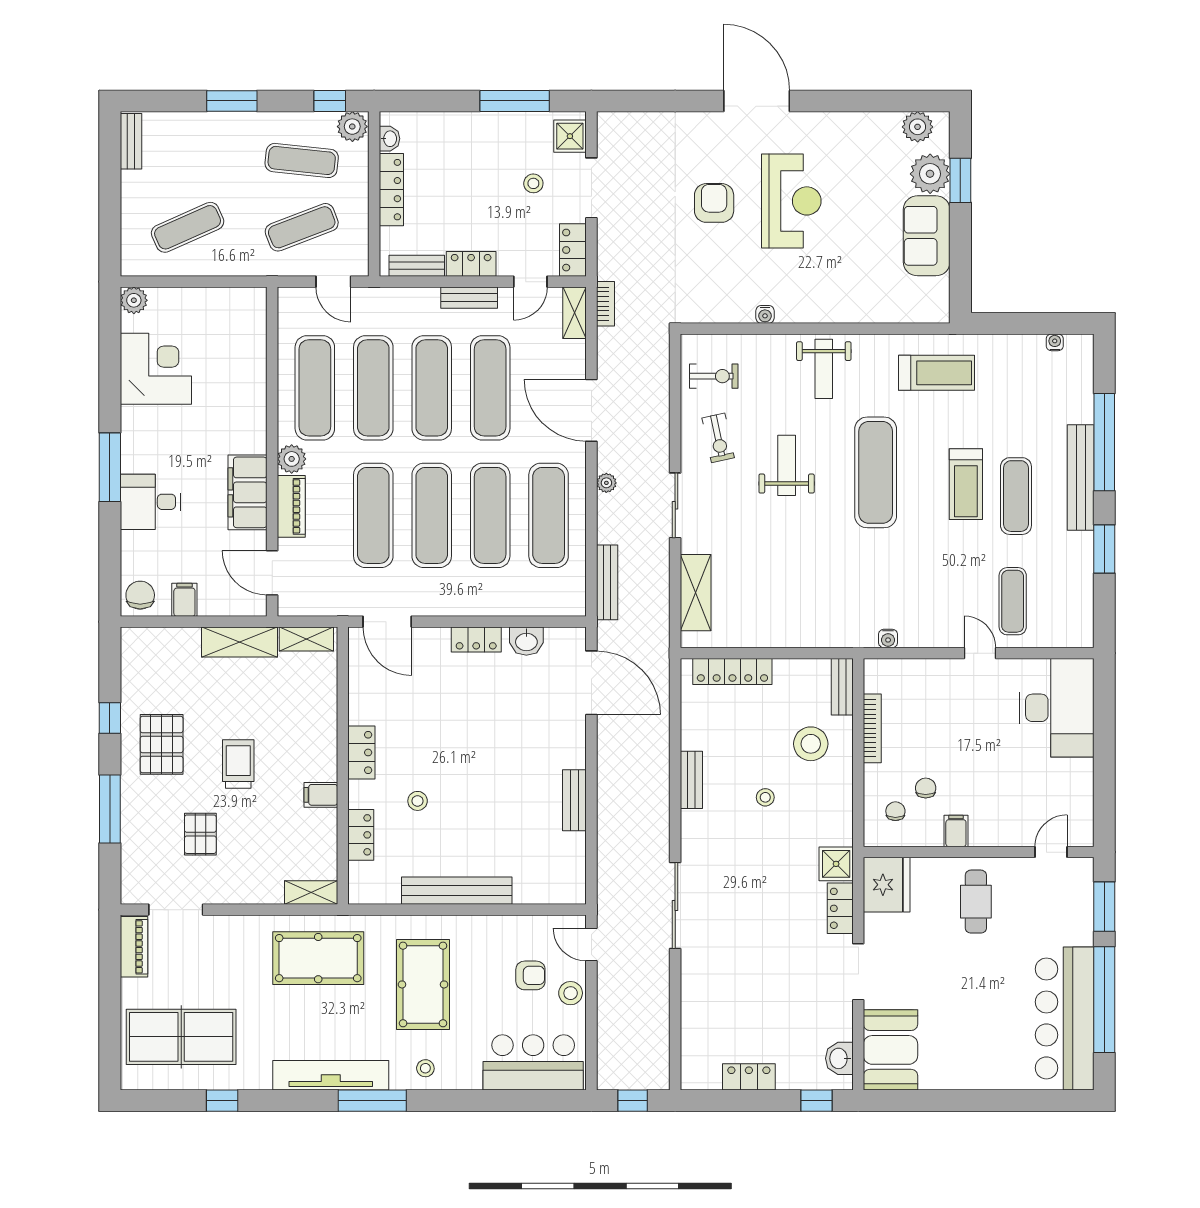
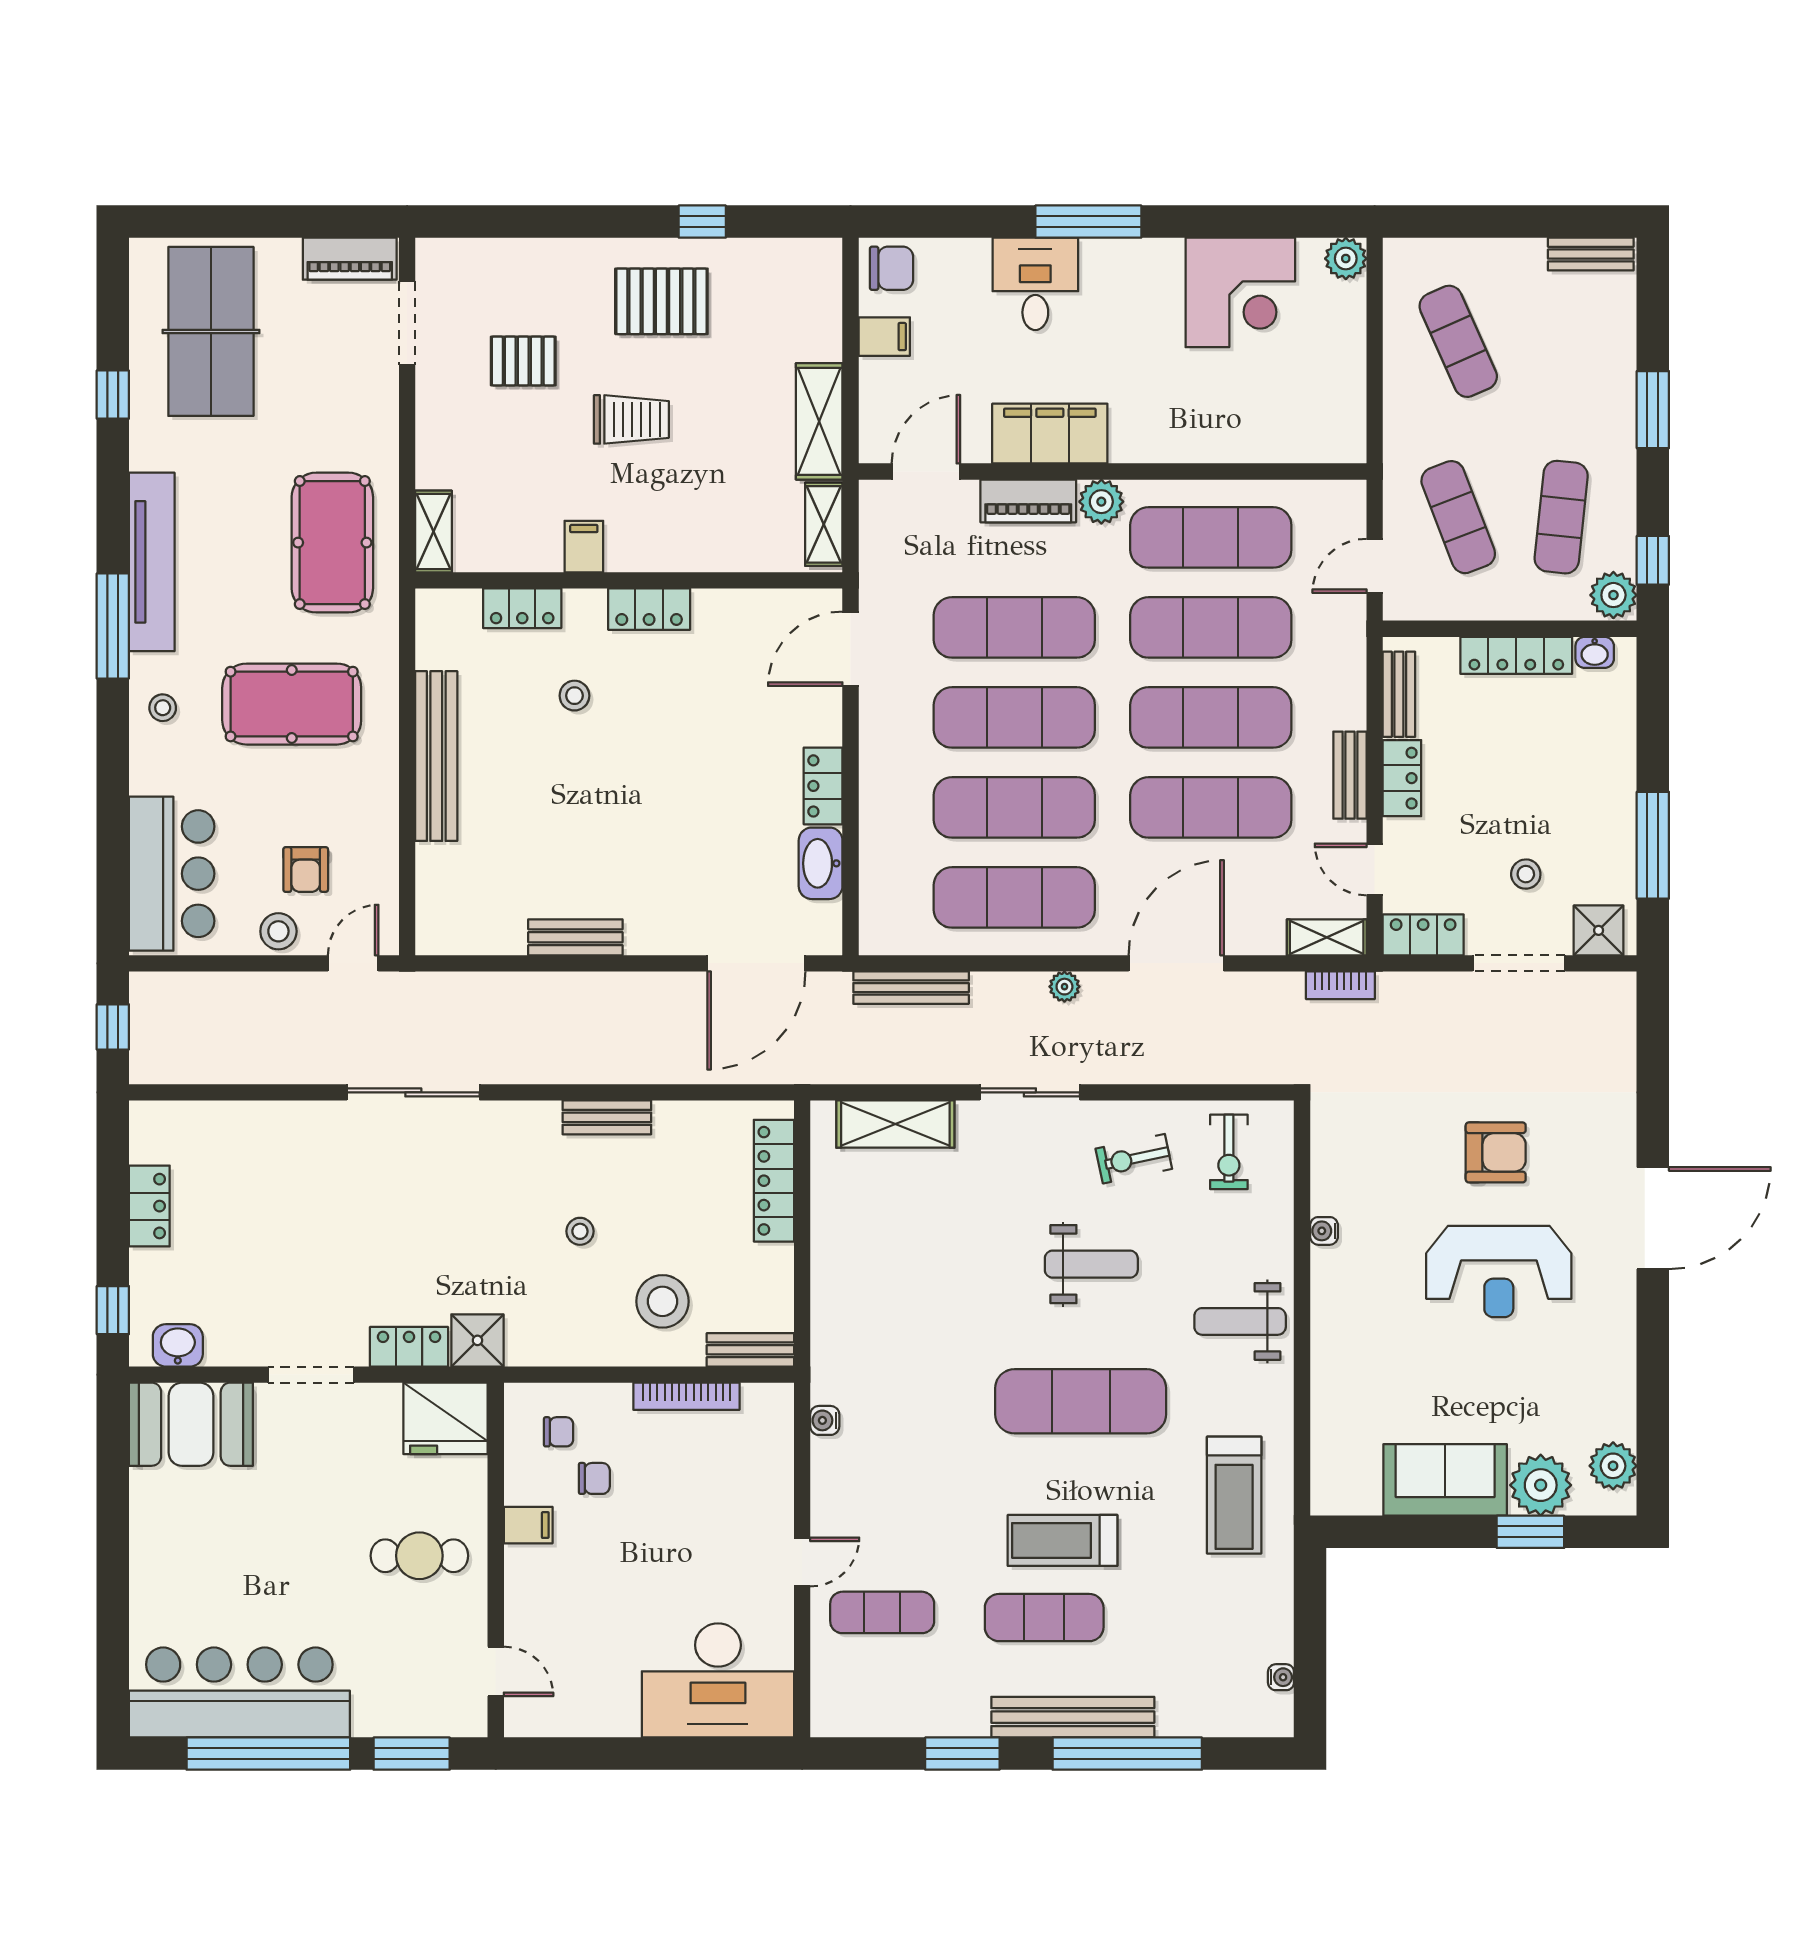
washbasin: (526, 641) -> (821, 863), width x1.38
window: (110, 809) -> (562, 222), removed

